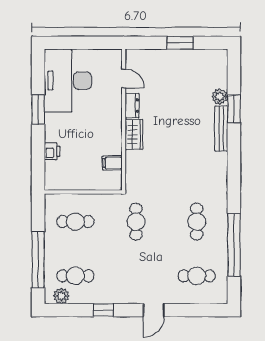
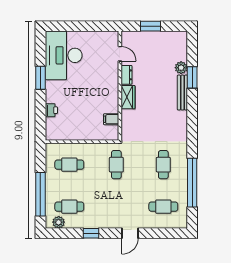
door: (124, 78) -> (120, 54), moved
dresser: (132, 106) -> (127, 75), moved
wall: (124, 120) -> (120, 86), moved
wardrobe: (134, 134) -> (128, 97), moved
filing cabinet: (112, 163) -> (111, 119), moved

